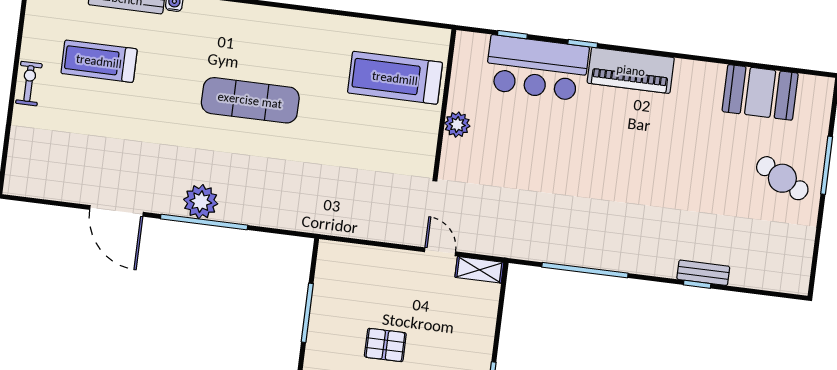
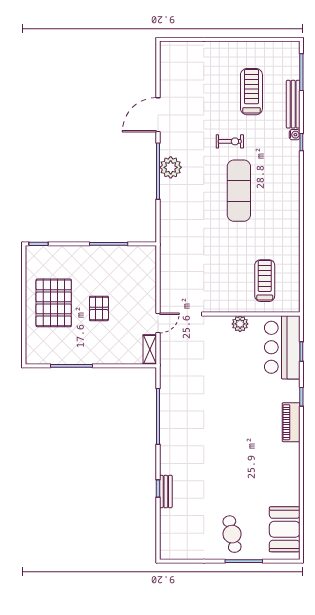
bar counter: (537, 68) -> (282, 347), moved
piano: (631, 70) -> (291, 422), width x0.73, depth x0.75
treadmill: (395, 78) -> (265, 281), width x0.73, depth x0.73
exercise bike: (29, 84) -> (230, 141), moved
booth: (760, 92) -> (285, 529), moved
cafe table: (782, 178) -> (232, 534), turned -41
pallet: (385, 345) -> (99, 308), moved

